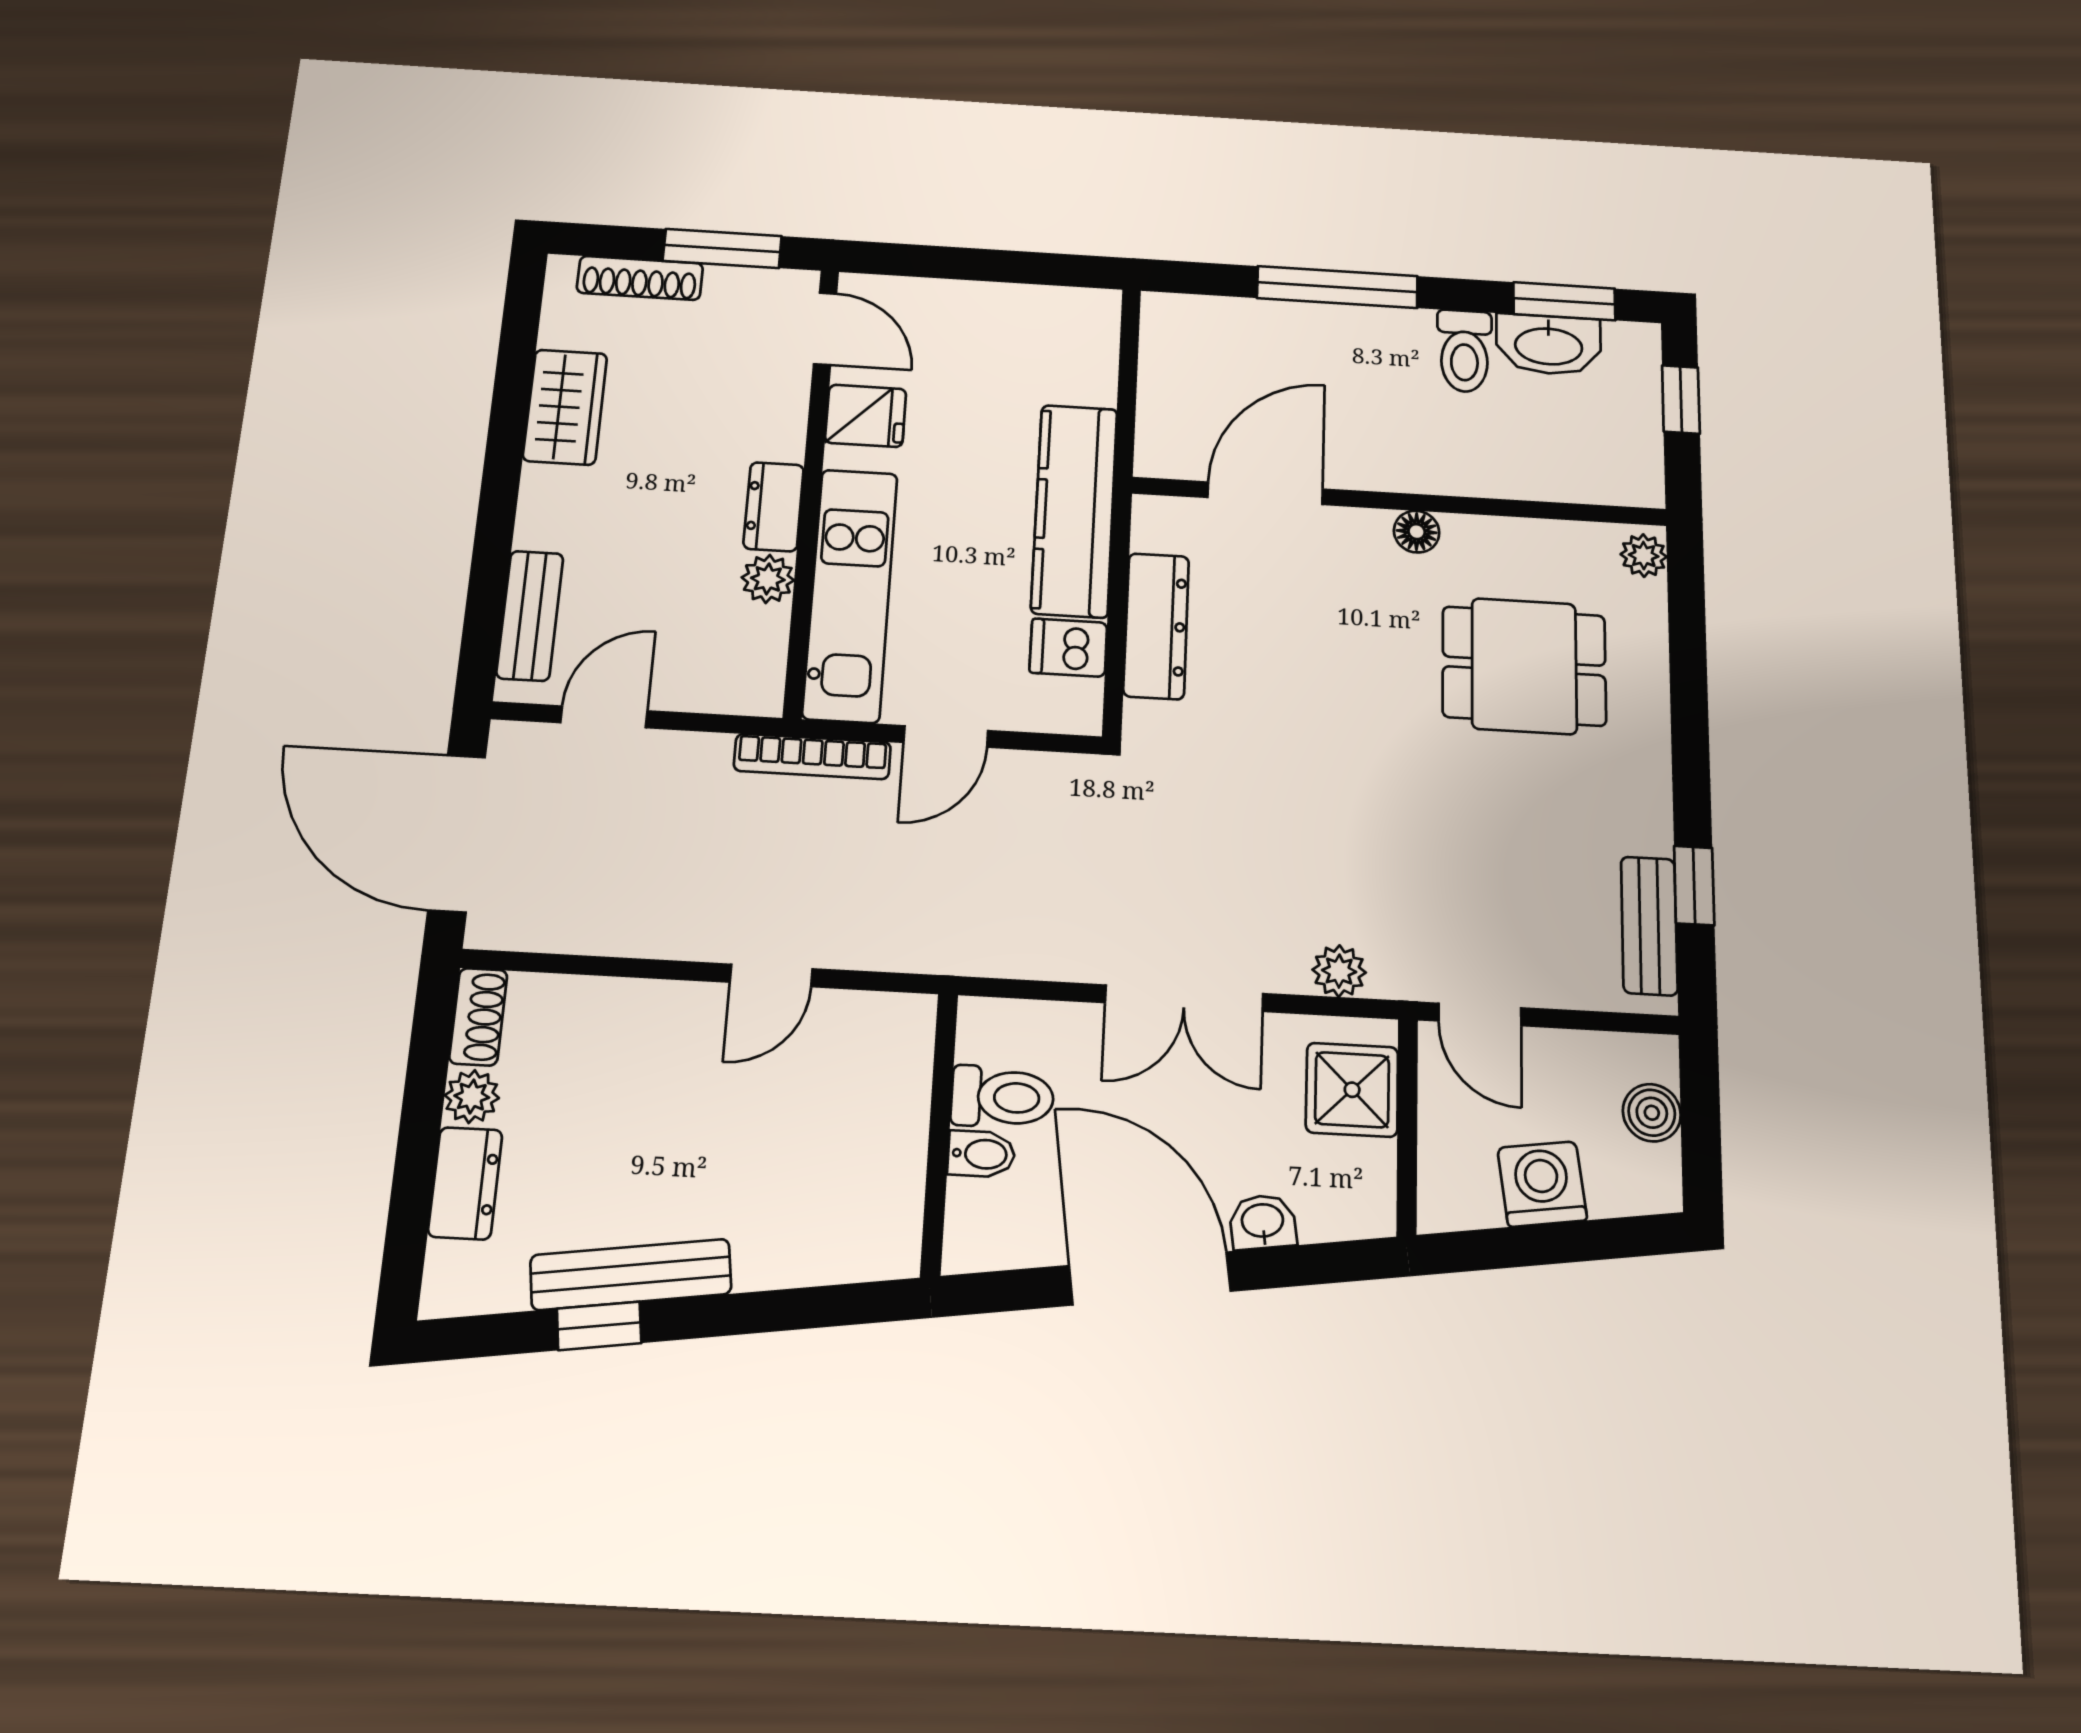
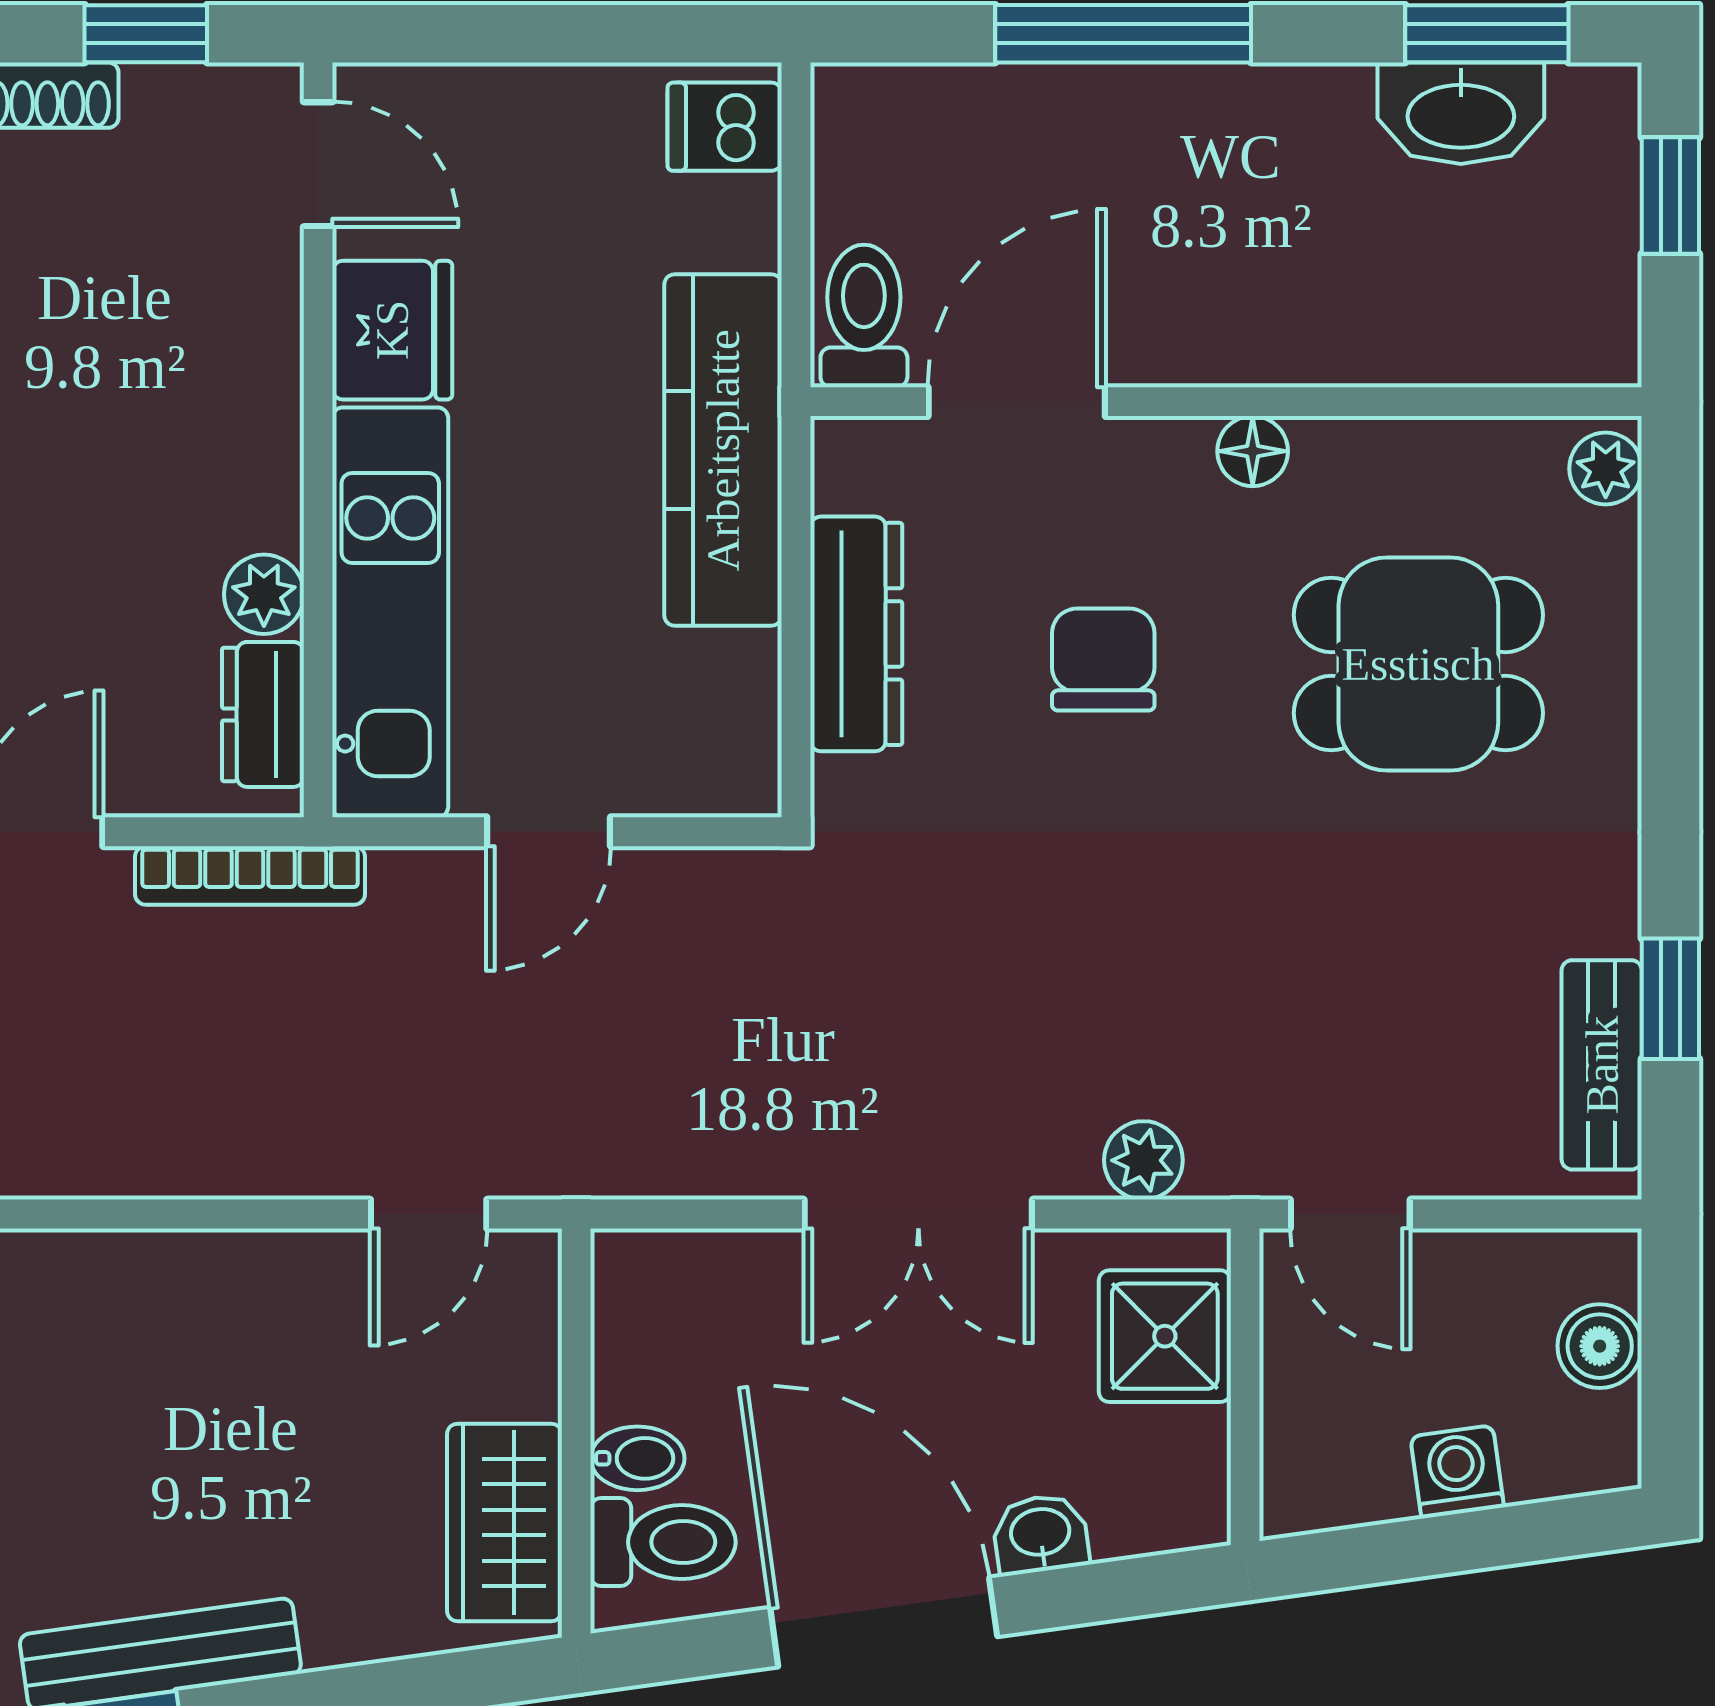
window: (722, 249) -> (146, 34), width x0.67
toilet: (1464, 351) -> (864, 316), moved, turned 180
fridge: (866, 416) -> (392, 330), width x1.38
dresser: (774, 507) -> (263, 714), moved
dishwasher: (1068, 648) -> (725, 127), moved
chair: (1318, 651) -> (1103, 660), added
bookcase: (812, 757) -> (250, 875), moved
door: (771, 975) -> (429, 1214), moved
toilet: (1002, 1097) -> (663, 1542), moved
washing machine: (1542, 1184) -> (1457, 1472), width x0.73, depth x0.73
wardrobe: (884, 1194) -> (504, 1522), added

